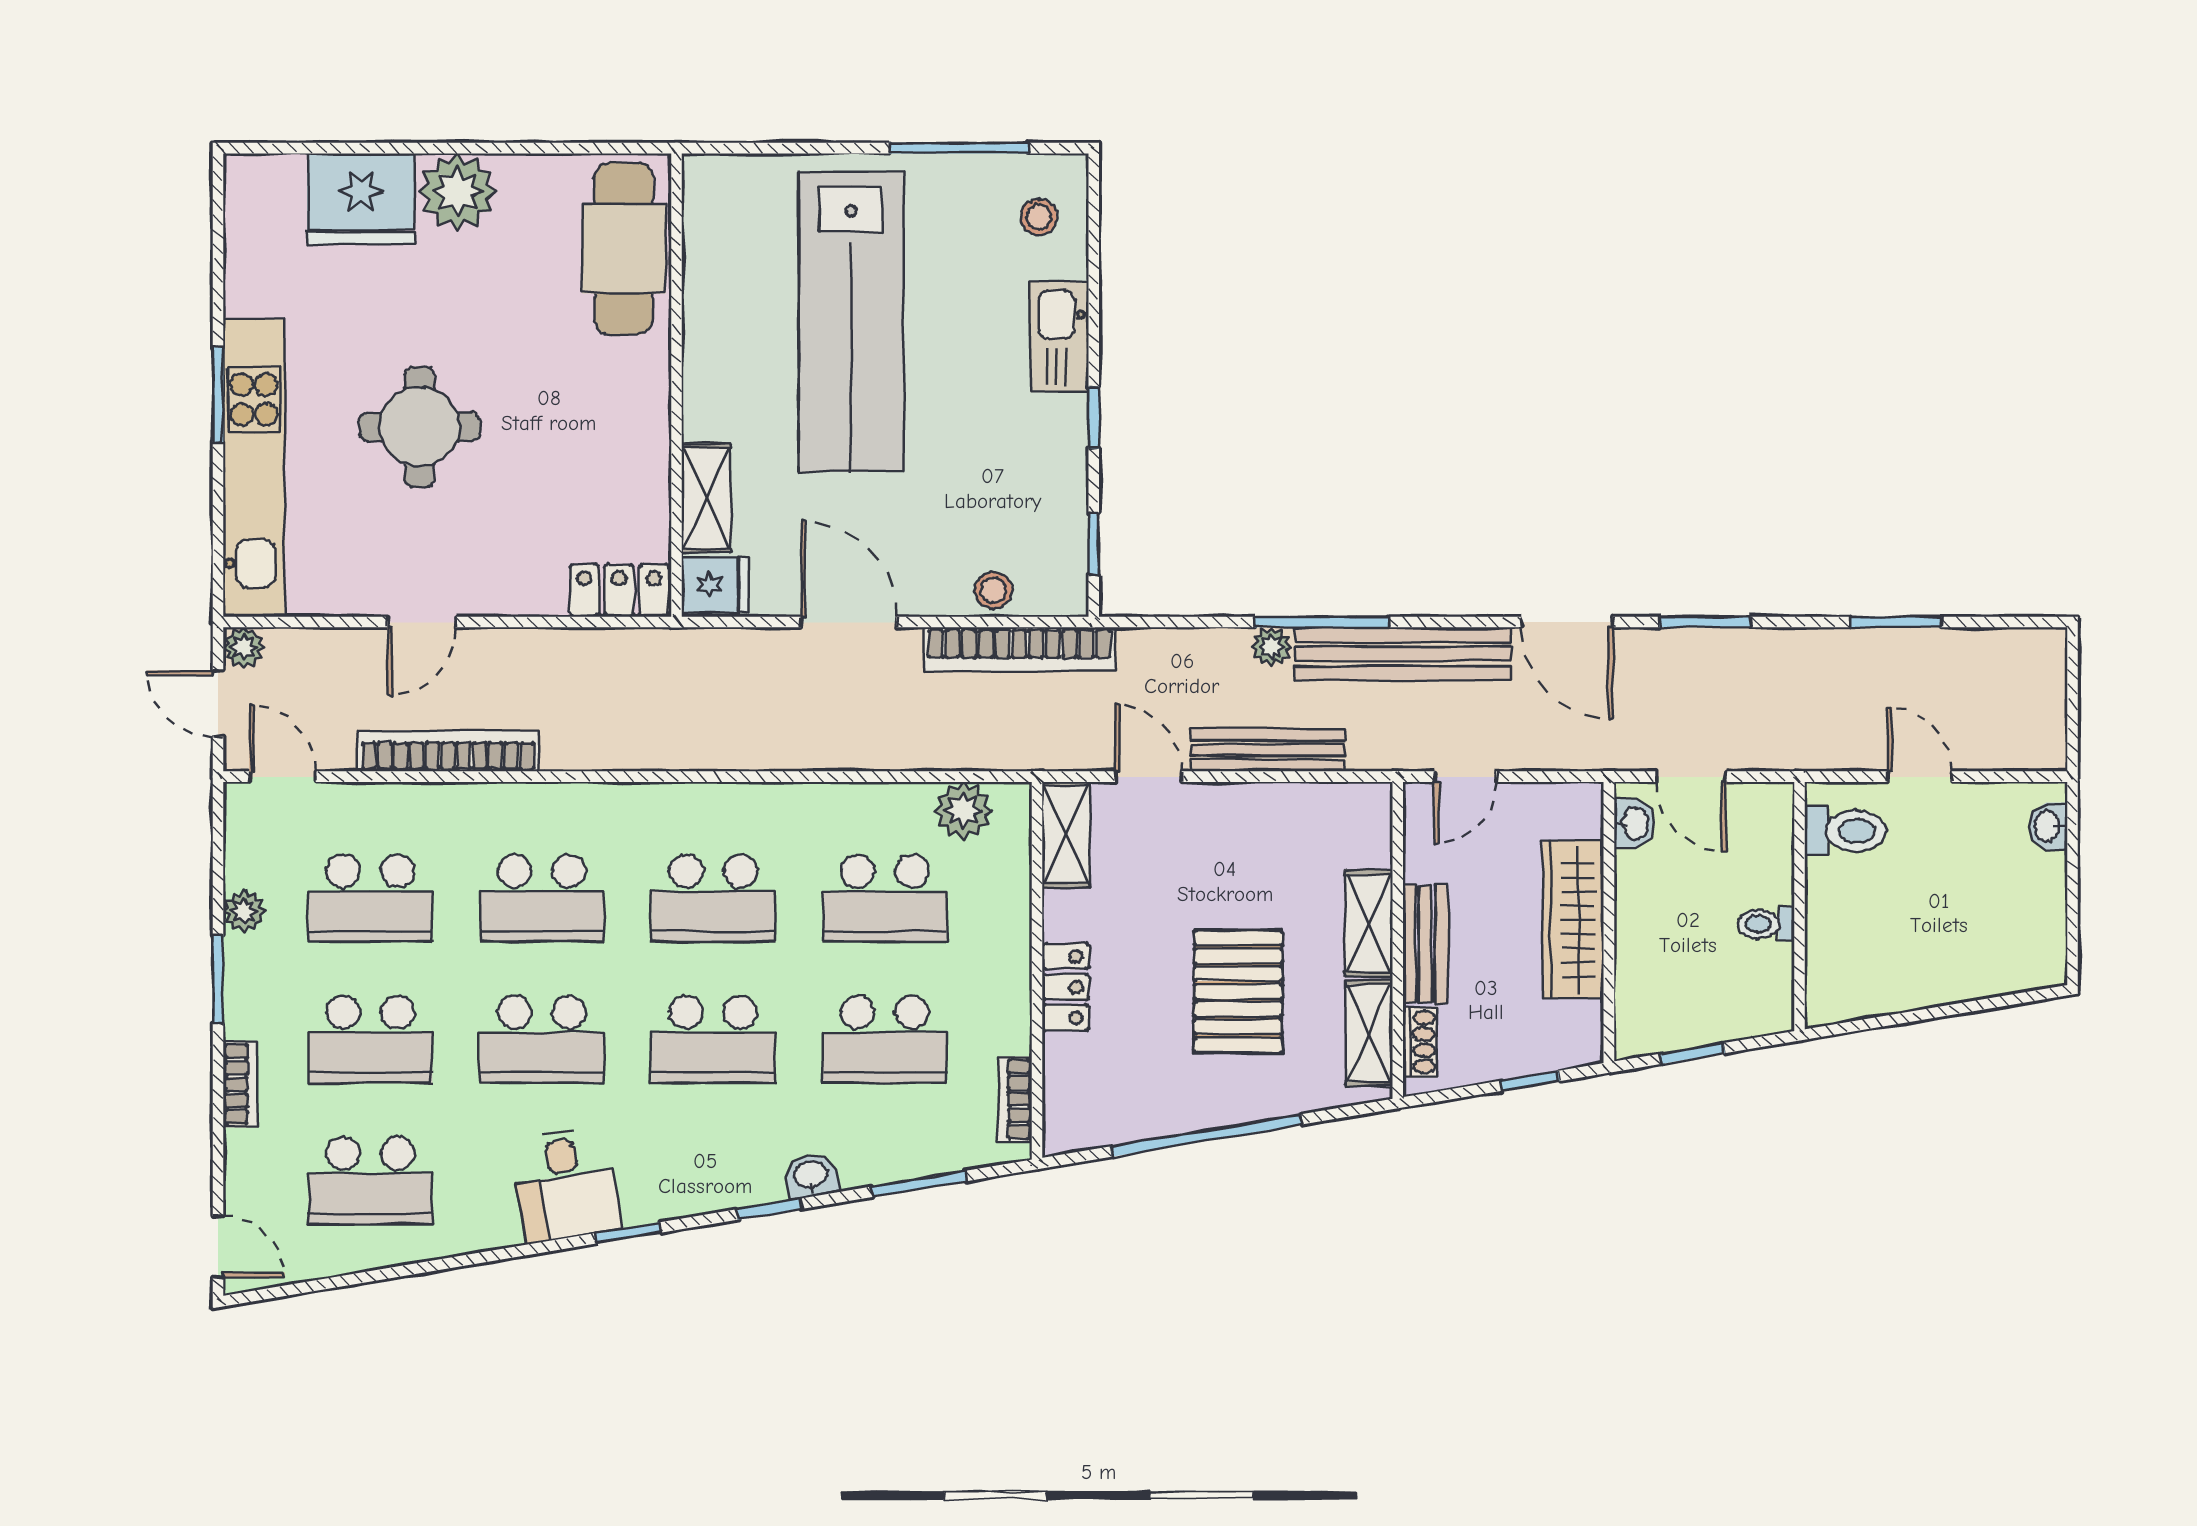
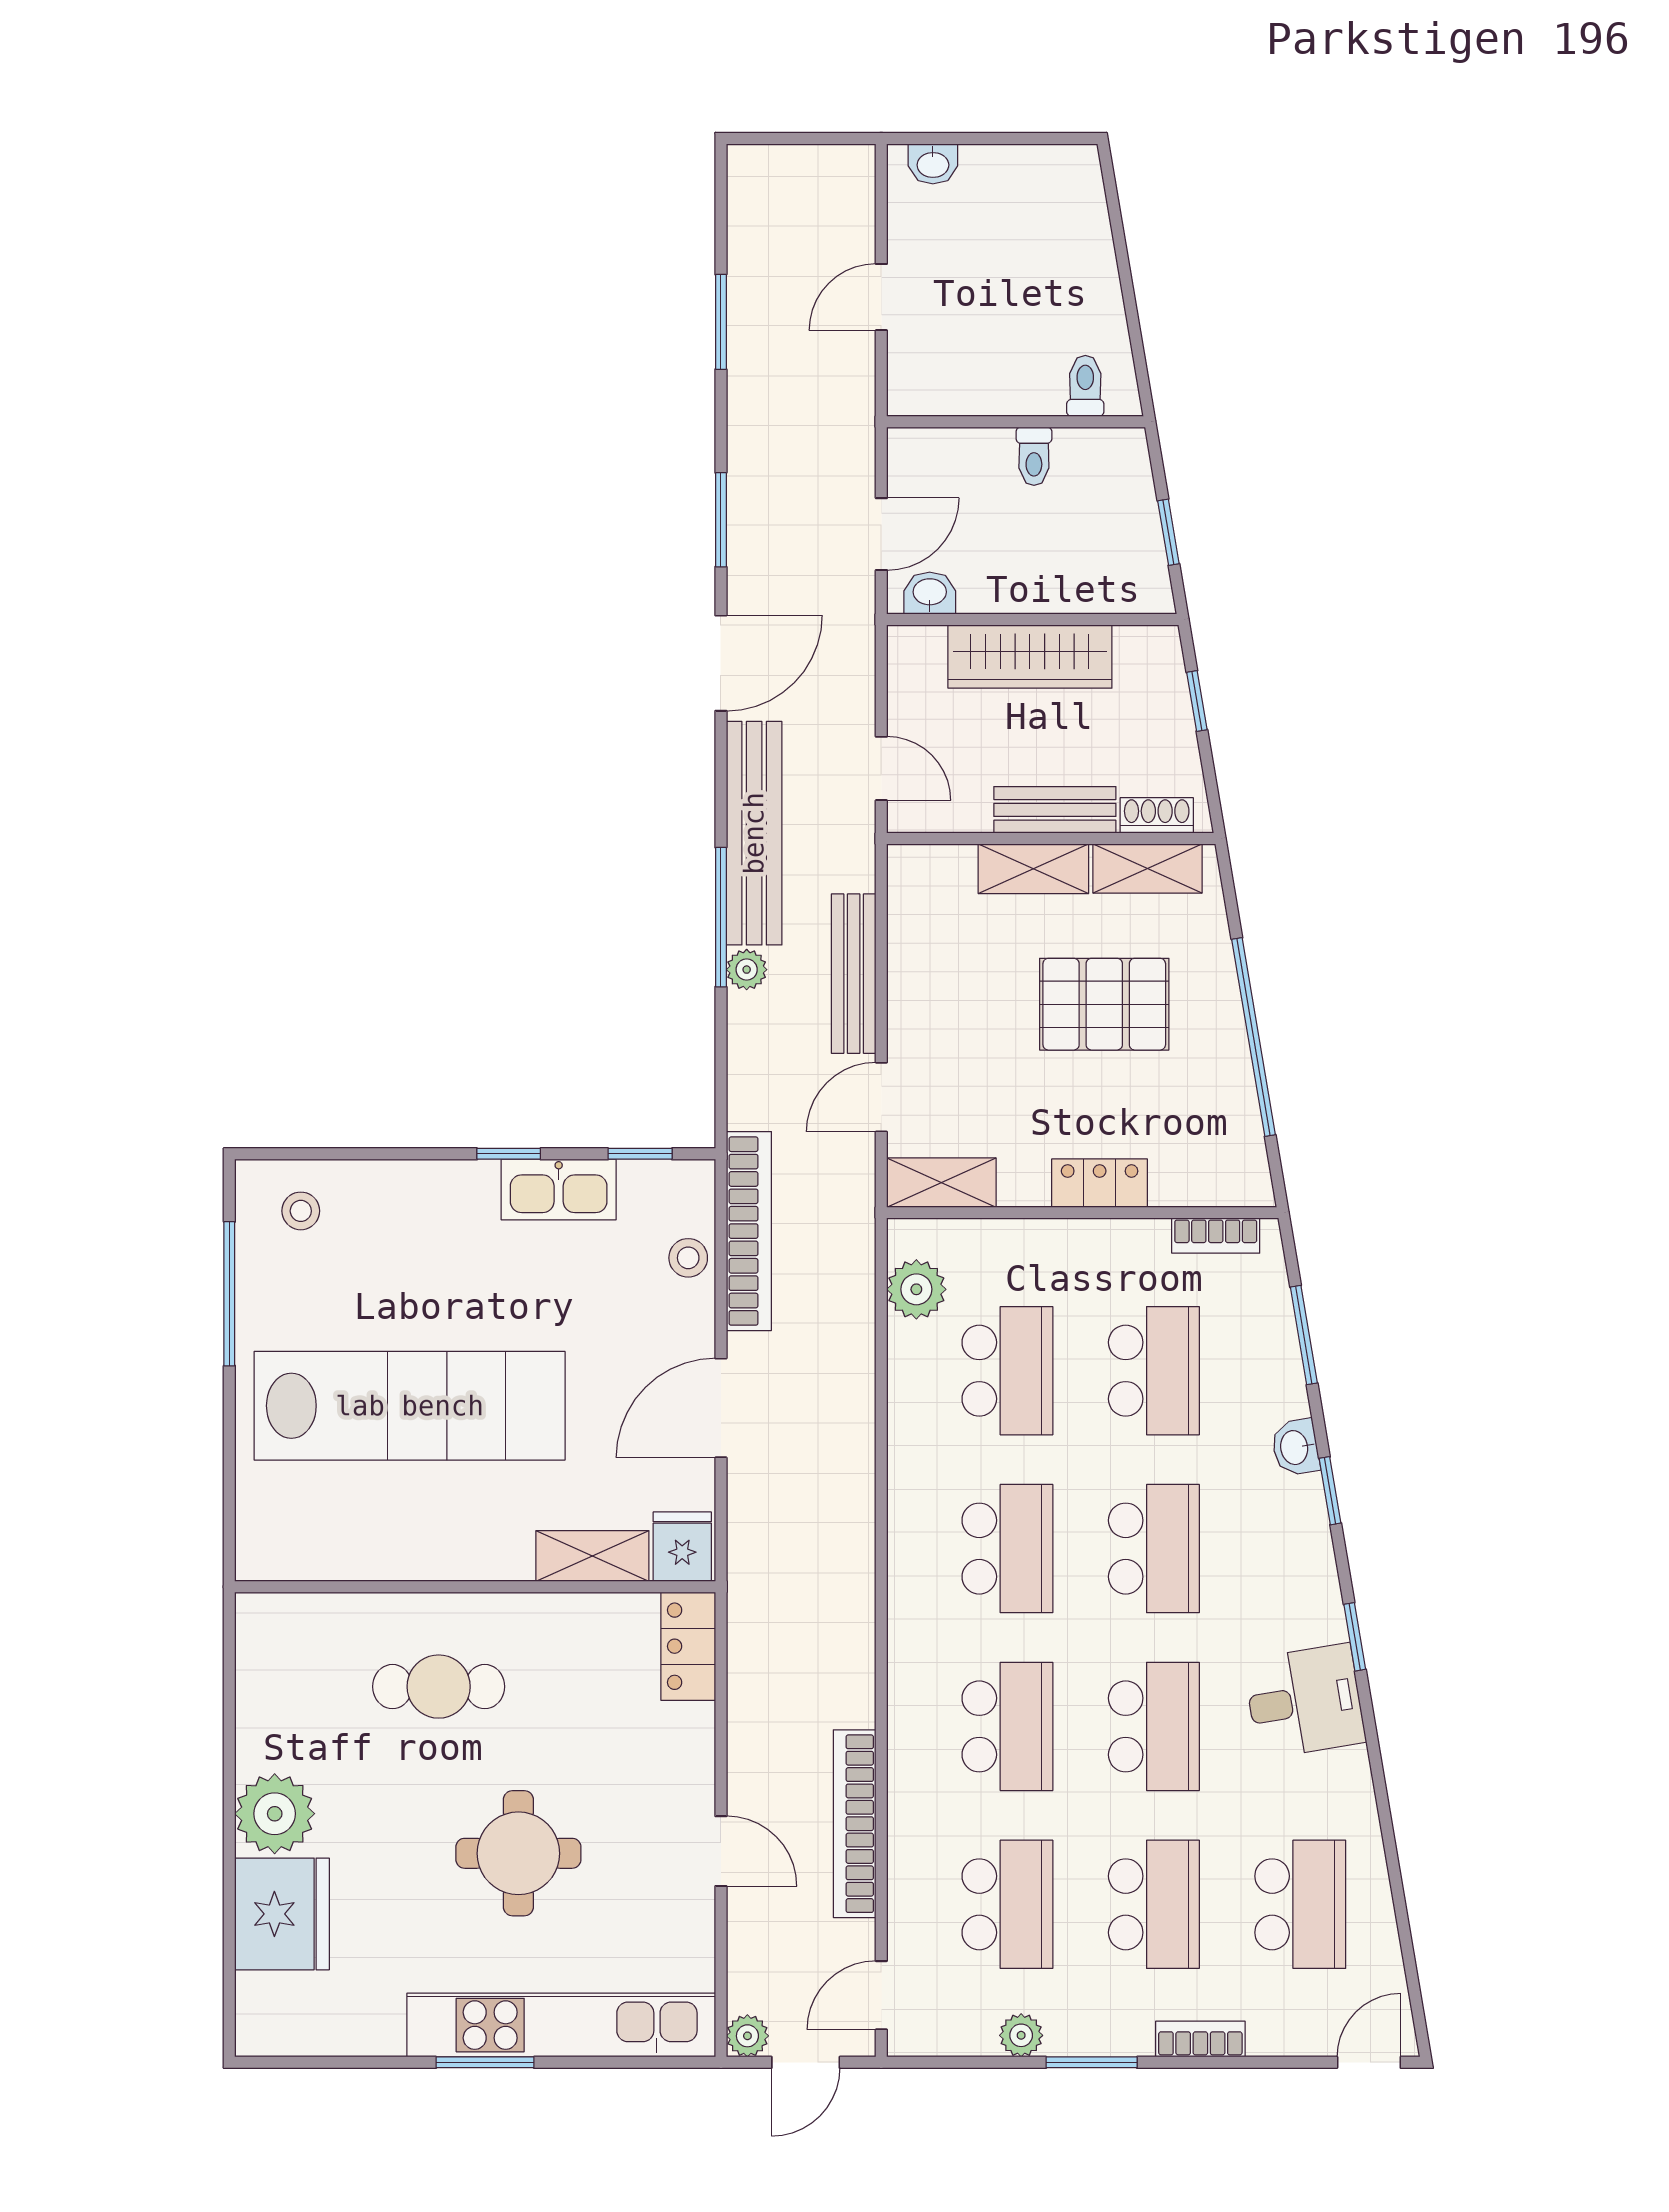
cafe table: (624, 249) -> (439, 1687), moved, width x0.73, depth x0.74
kitchen sink: (1059, 337) -> (559, 1190), moved
toilet: (1845, 831) -> (1085, 386), moved, width x0.73, depth x0.72

